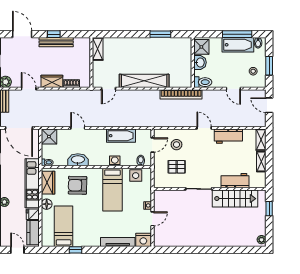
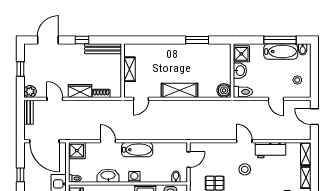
door: (22, 34) -> (48, 40), hinge flipped
bench: (56, 42) -> (103, 49), moved
shelving: (98, 49) -> (129, 69), moved
window: (269, 66) -> (314, 74), removed
shelving: (144, 81) -> (180, 90), width x0.68
boiler: (185, 81) -> (224, 90), added
bookcase: (181, 94) -> (219, 105), removed
bathtub: (121, 136) -> (137, 150), moved
stool: (177, 145) -> (245, 169), moved
washing machine: (115, 161) -> (134, 177), moved

